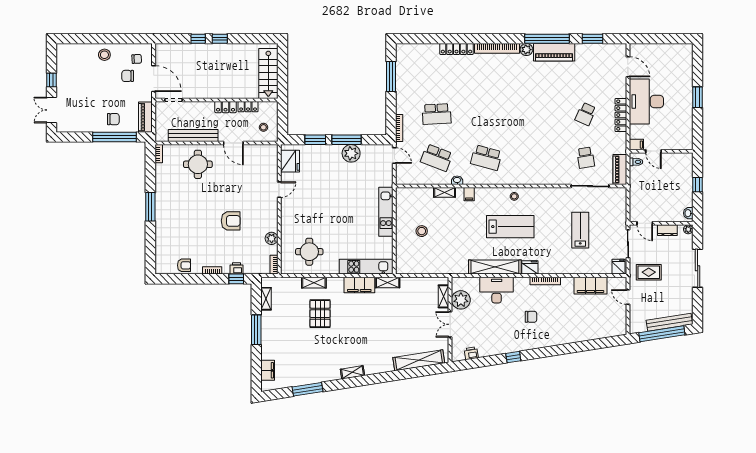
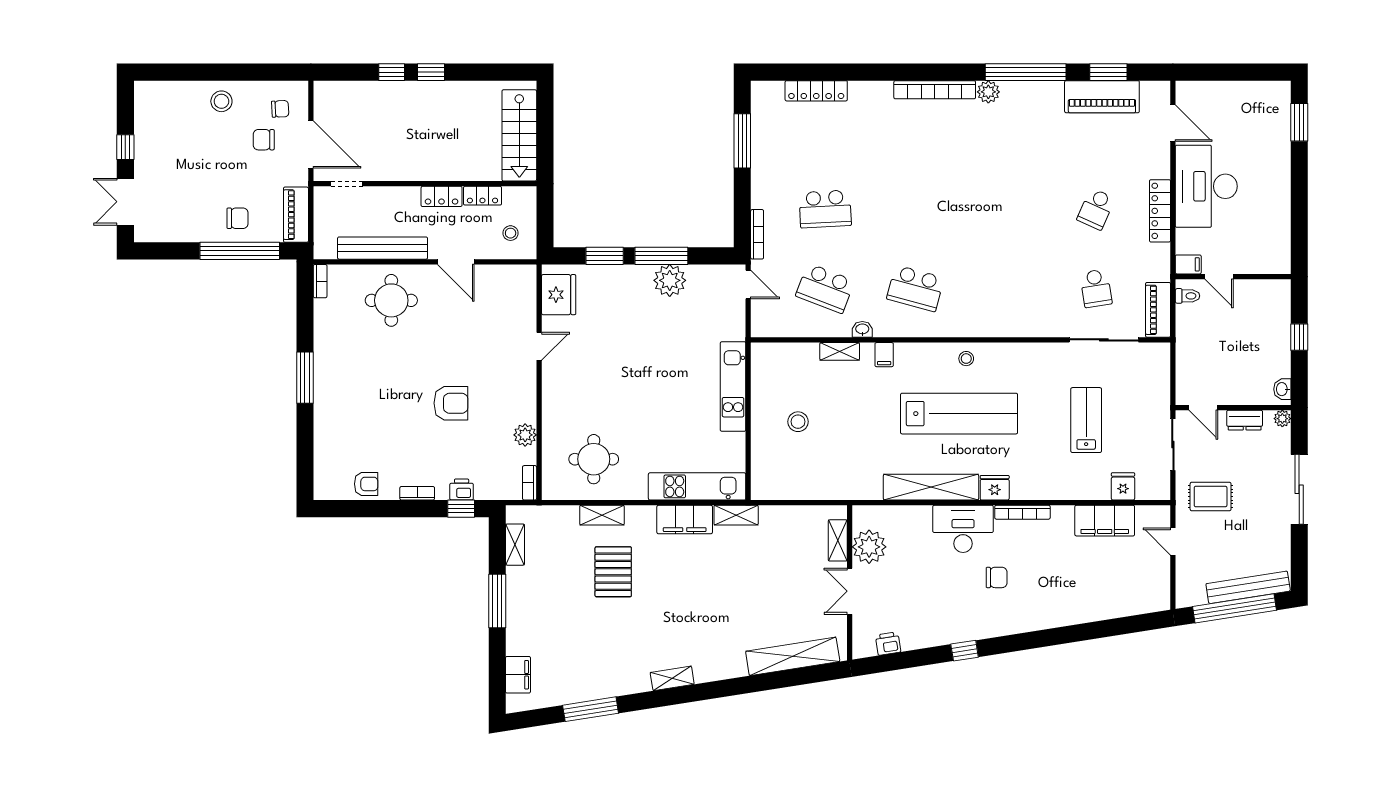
locker: (457, 49) -> (816, 91), moved
piano: (554, 52) -> (1102, 97), moved
window: (698, 97) -> (1299, 122), moved
lab bench: (510, 227) -> (959, 414), width x1.36
fridge: (619, 267) -> (1123, 486), moved
desk: (497, 290) -> (963, 529), moved

